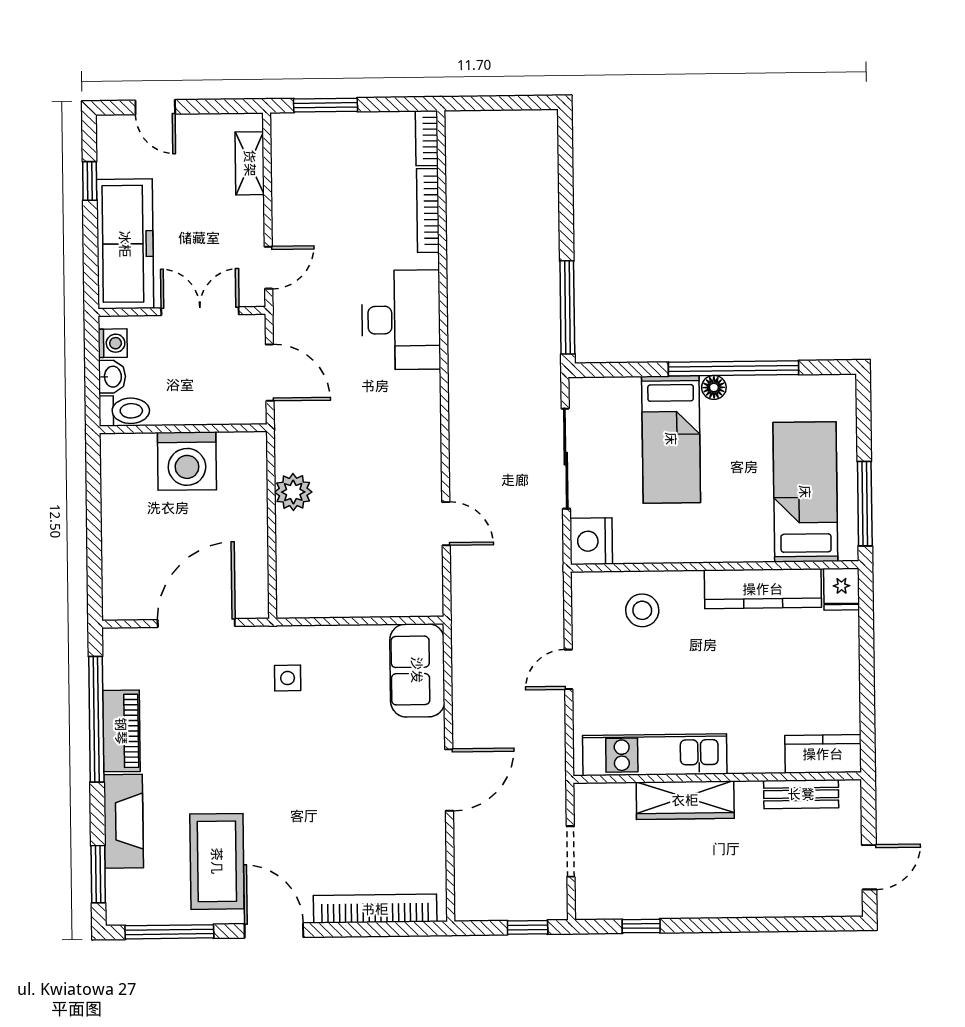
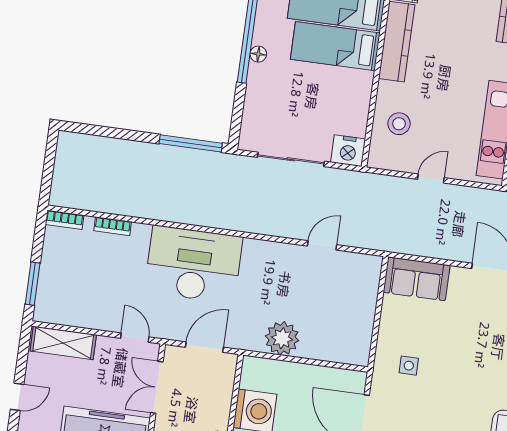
shelving: (250, 163) -> (63, 343), width x1.50, depth x1.33
bookcase: (428, 210) -> (113, 226), width x0.64
desk: (401, 320) -> (193, 264), width x1.36, depth x1.30
bed: (671, 439) -> (335, 46), moved, turned 180
plant: (293, 492) -> (282, 338), width x1.36, depth x1.36
door: (568, 669) -> (431, 179), swing flipped

